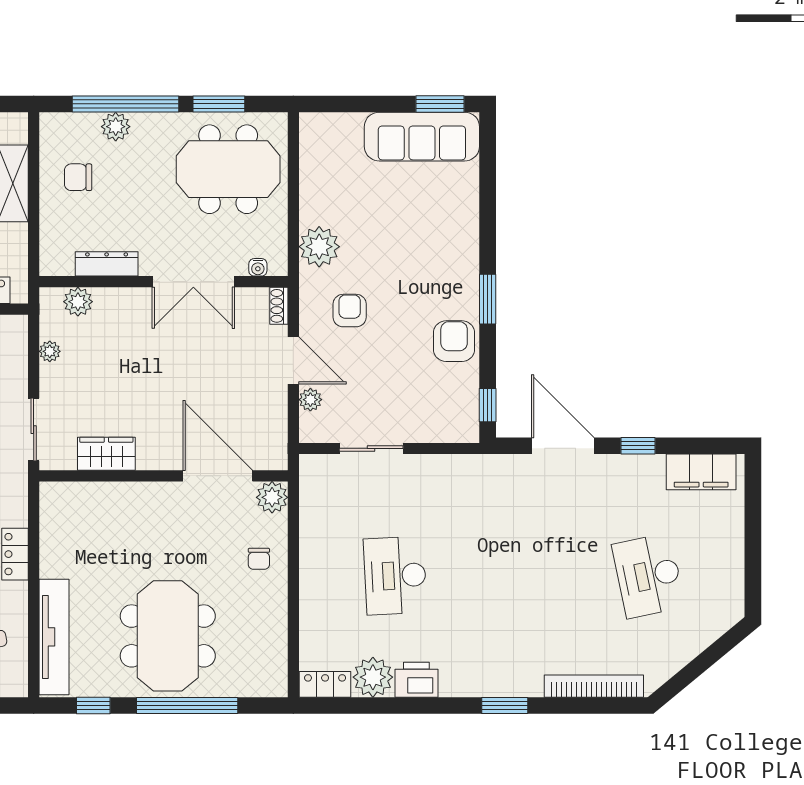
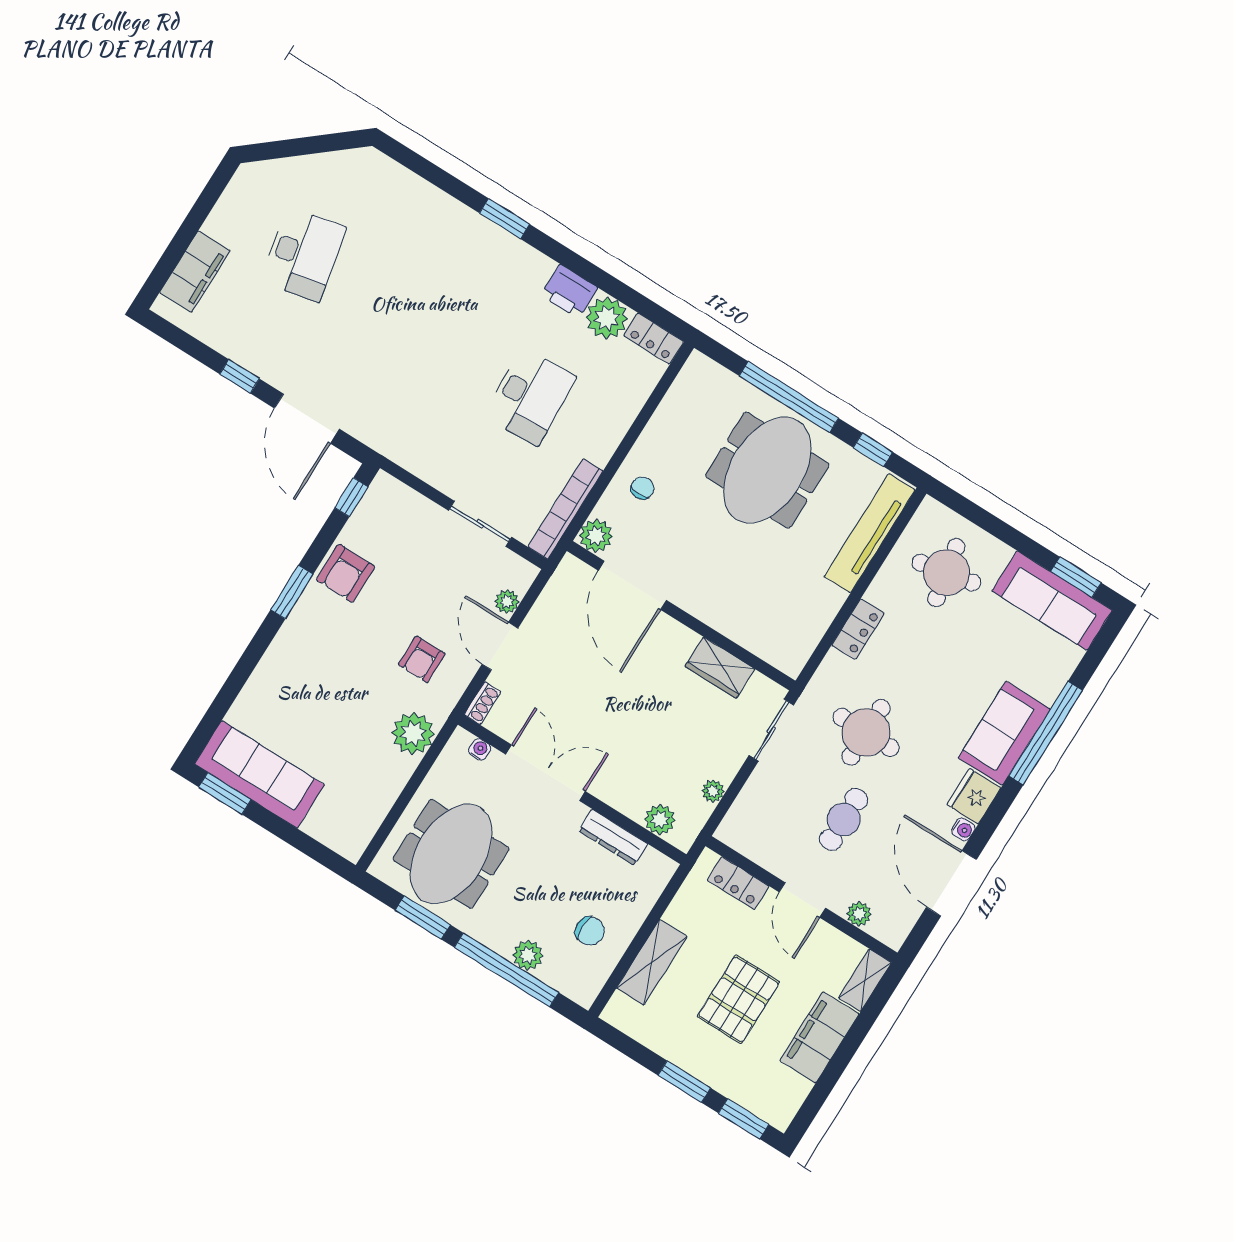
meeting table: (228, 169) -> (451, 854), turned 90
filing cabinet: (701, 472) -> (195, 272), moved, turned 90
bookcase: (594, 686) -> (565, 509), moved, turned 90

